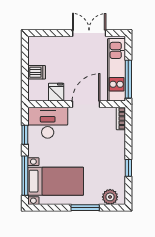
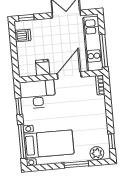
window: (42, 33) -> (26, 18), added
dishwasher: (37, 72) -> (23, 36), moved
window: (128, 168) -> (112, 141), moved

